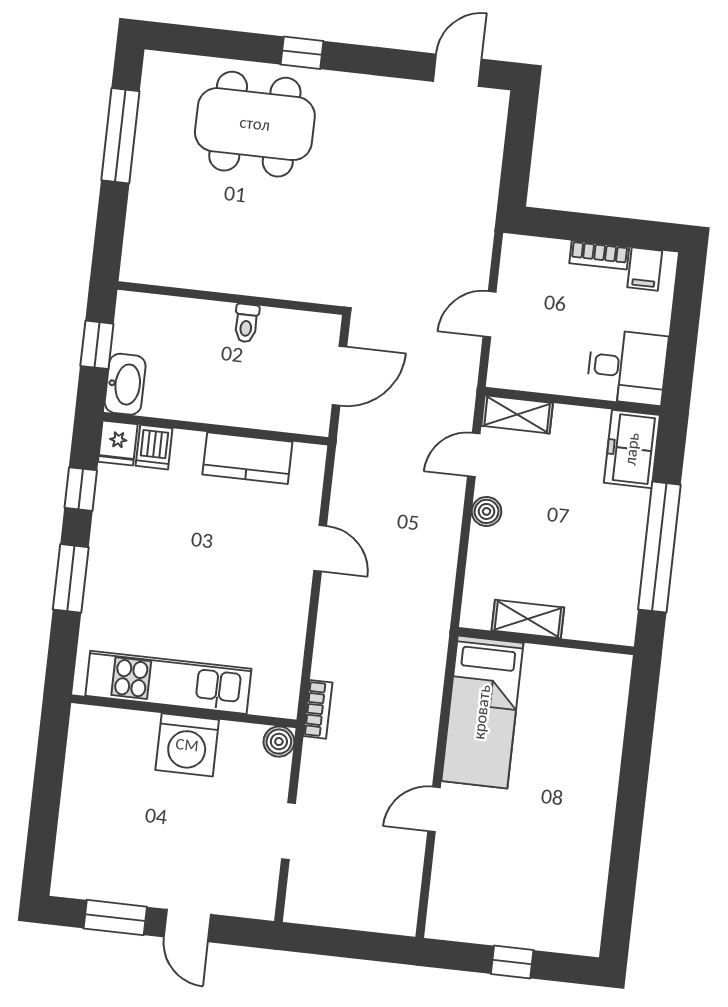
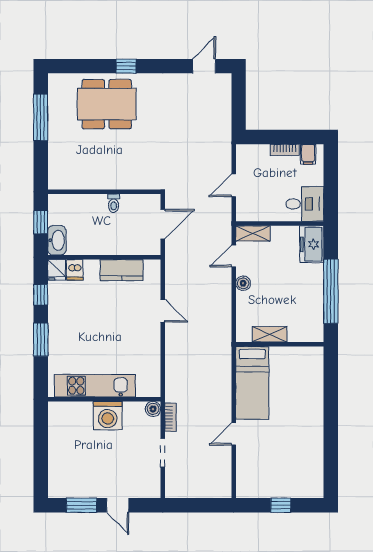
bookcase: (318, 709) -> (170, 417), moved

